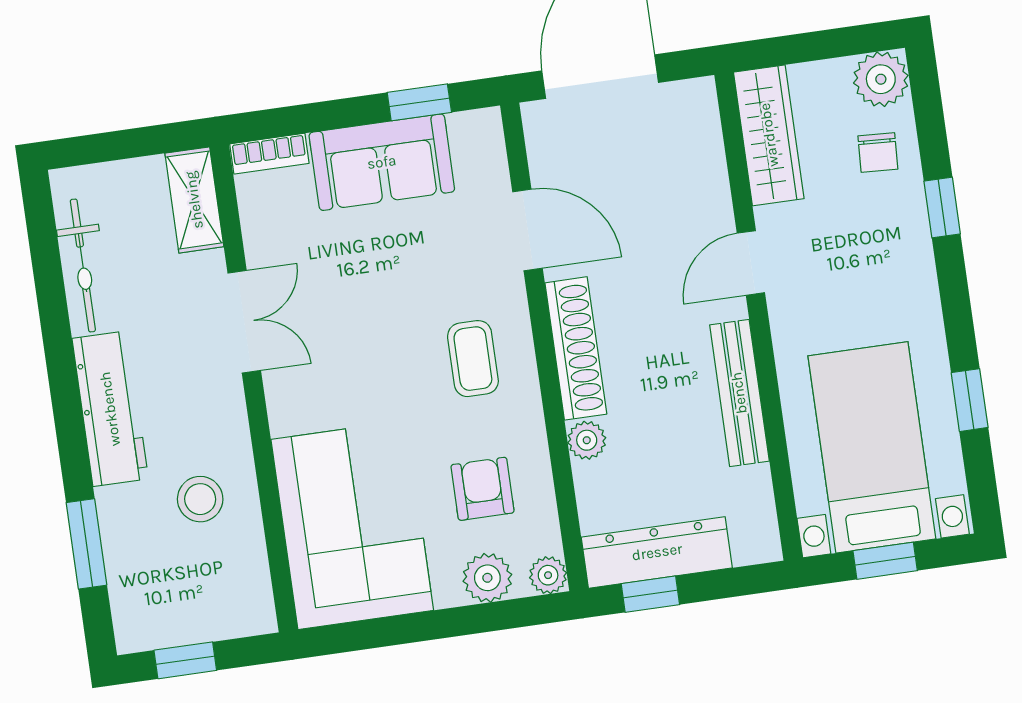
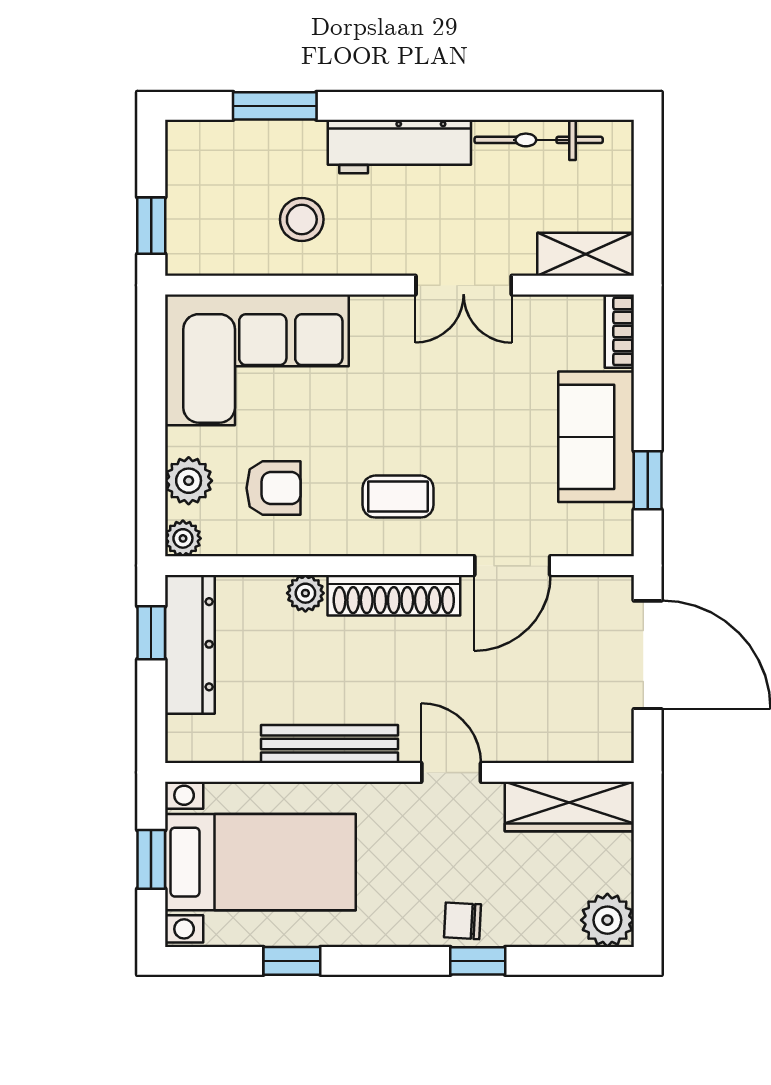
chair: (878, 152) -> (463, 921), moved
window: (185, 660) -> (151, 226), moved

